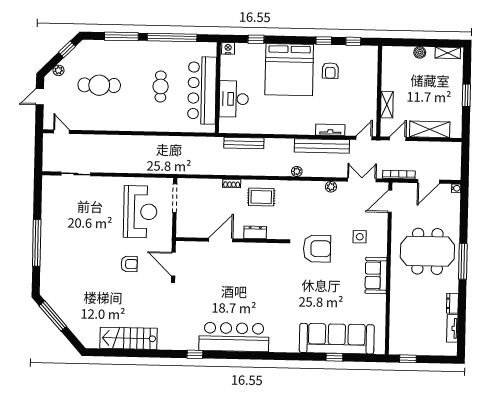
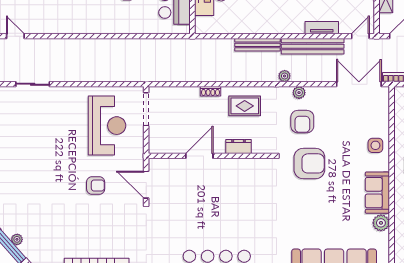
bench: (244, 143) -> (258, 45), moved
double door: (362, 180) -> (359, 84), width x1.37
plant: (331, 187) -> (299, 93), moved
door: (390, 201) -> (392, 108), removed
armchair: (312, 212) -> (302, 122), added
side table: (360, 237) -> (375, 145), moved
plant: (379, 302) -> (381, 223), added
plant: (59, 310) -> (17, 239), added

